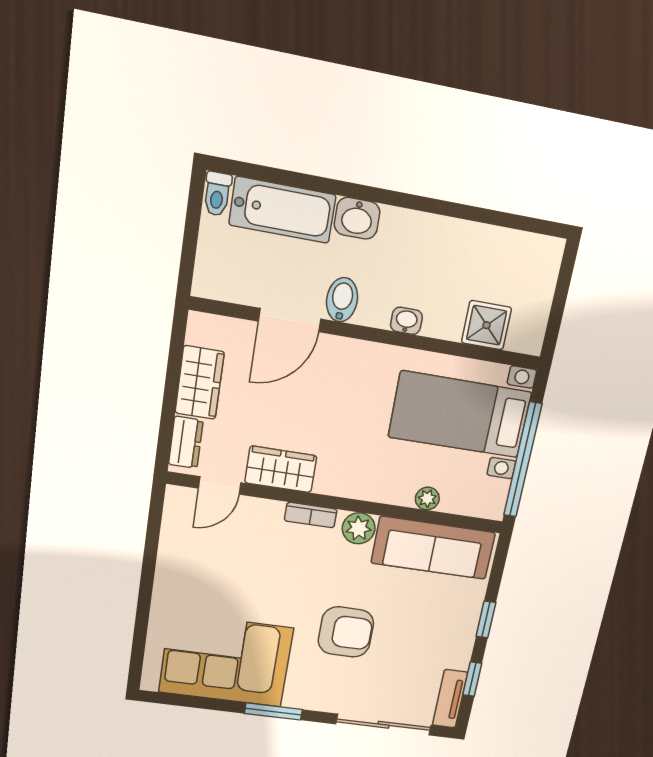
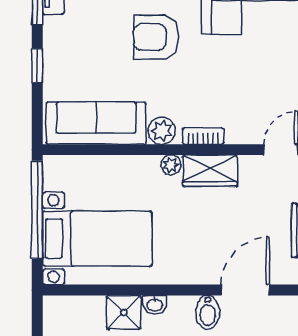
shower: (487, 325) -> (124, 312), moved
wardrobe: (281, 469) -> (210, 171), moved
plant: (427, 499) -> (171, 165), moved

